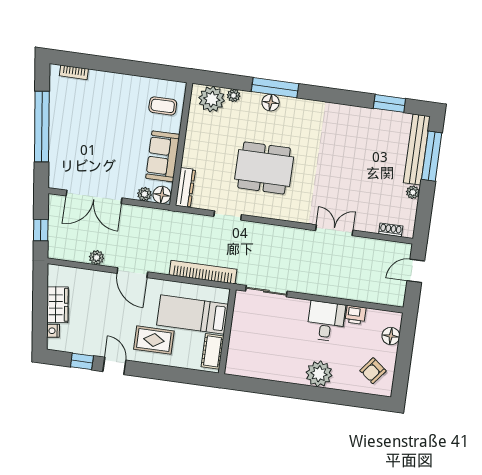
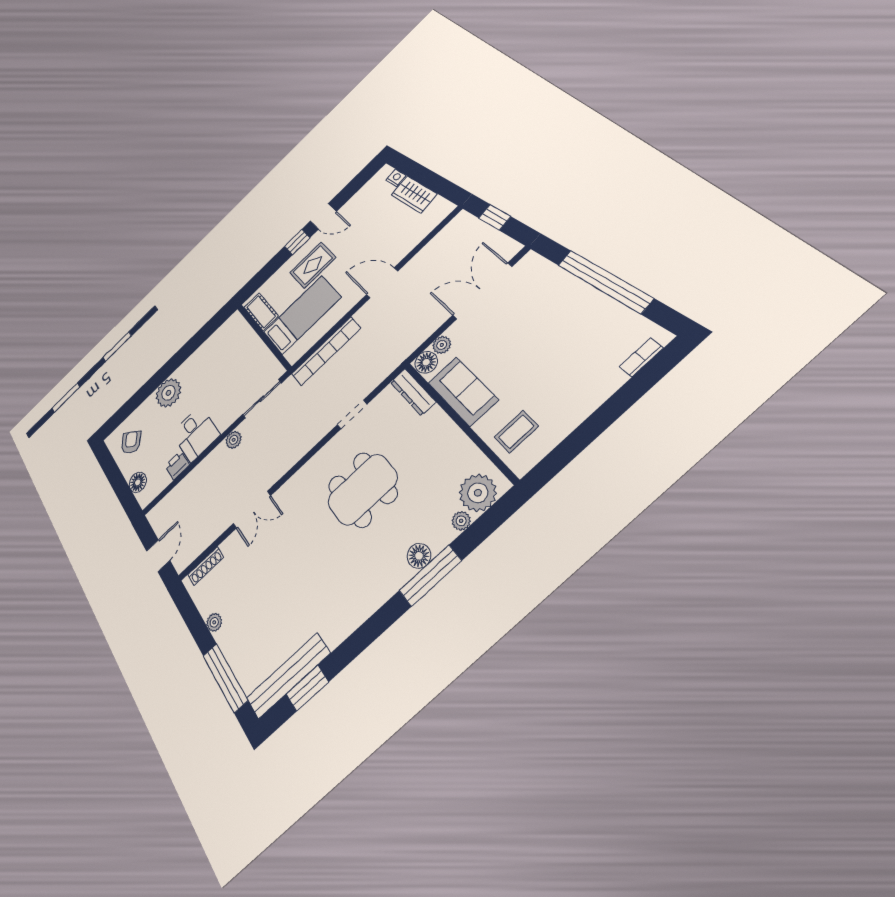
bench: (417, 149) -> (288, 676), moved, turned 90
shoe rack: (391, 230) -> (206, 566), width x1.43
plant: (97, 257) -> (234, 440), moved
window: (82, 361) -> (297, 242), moved

